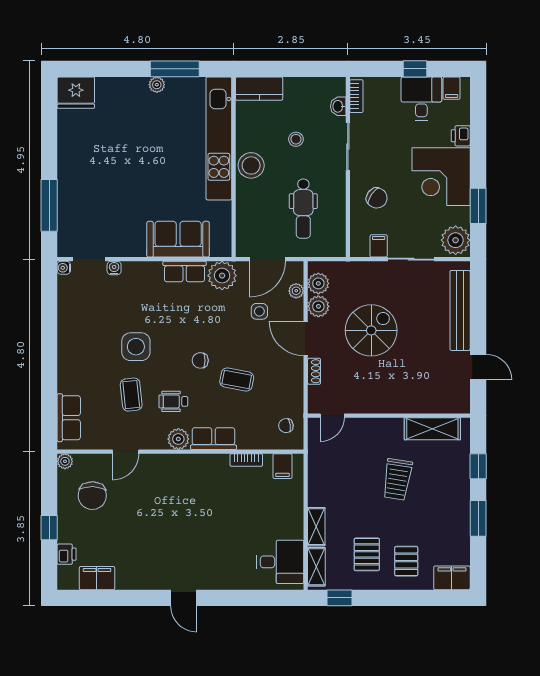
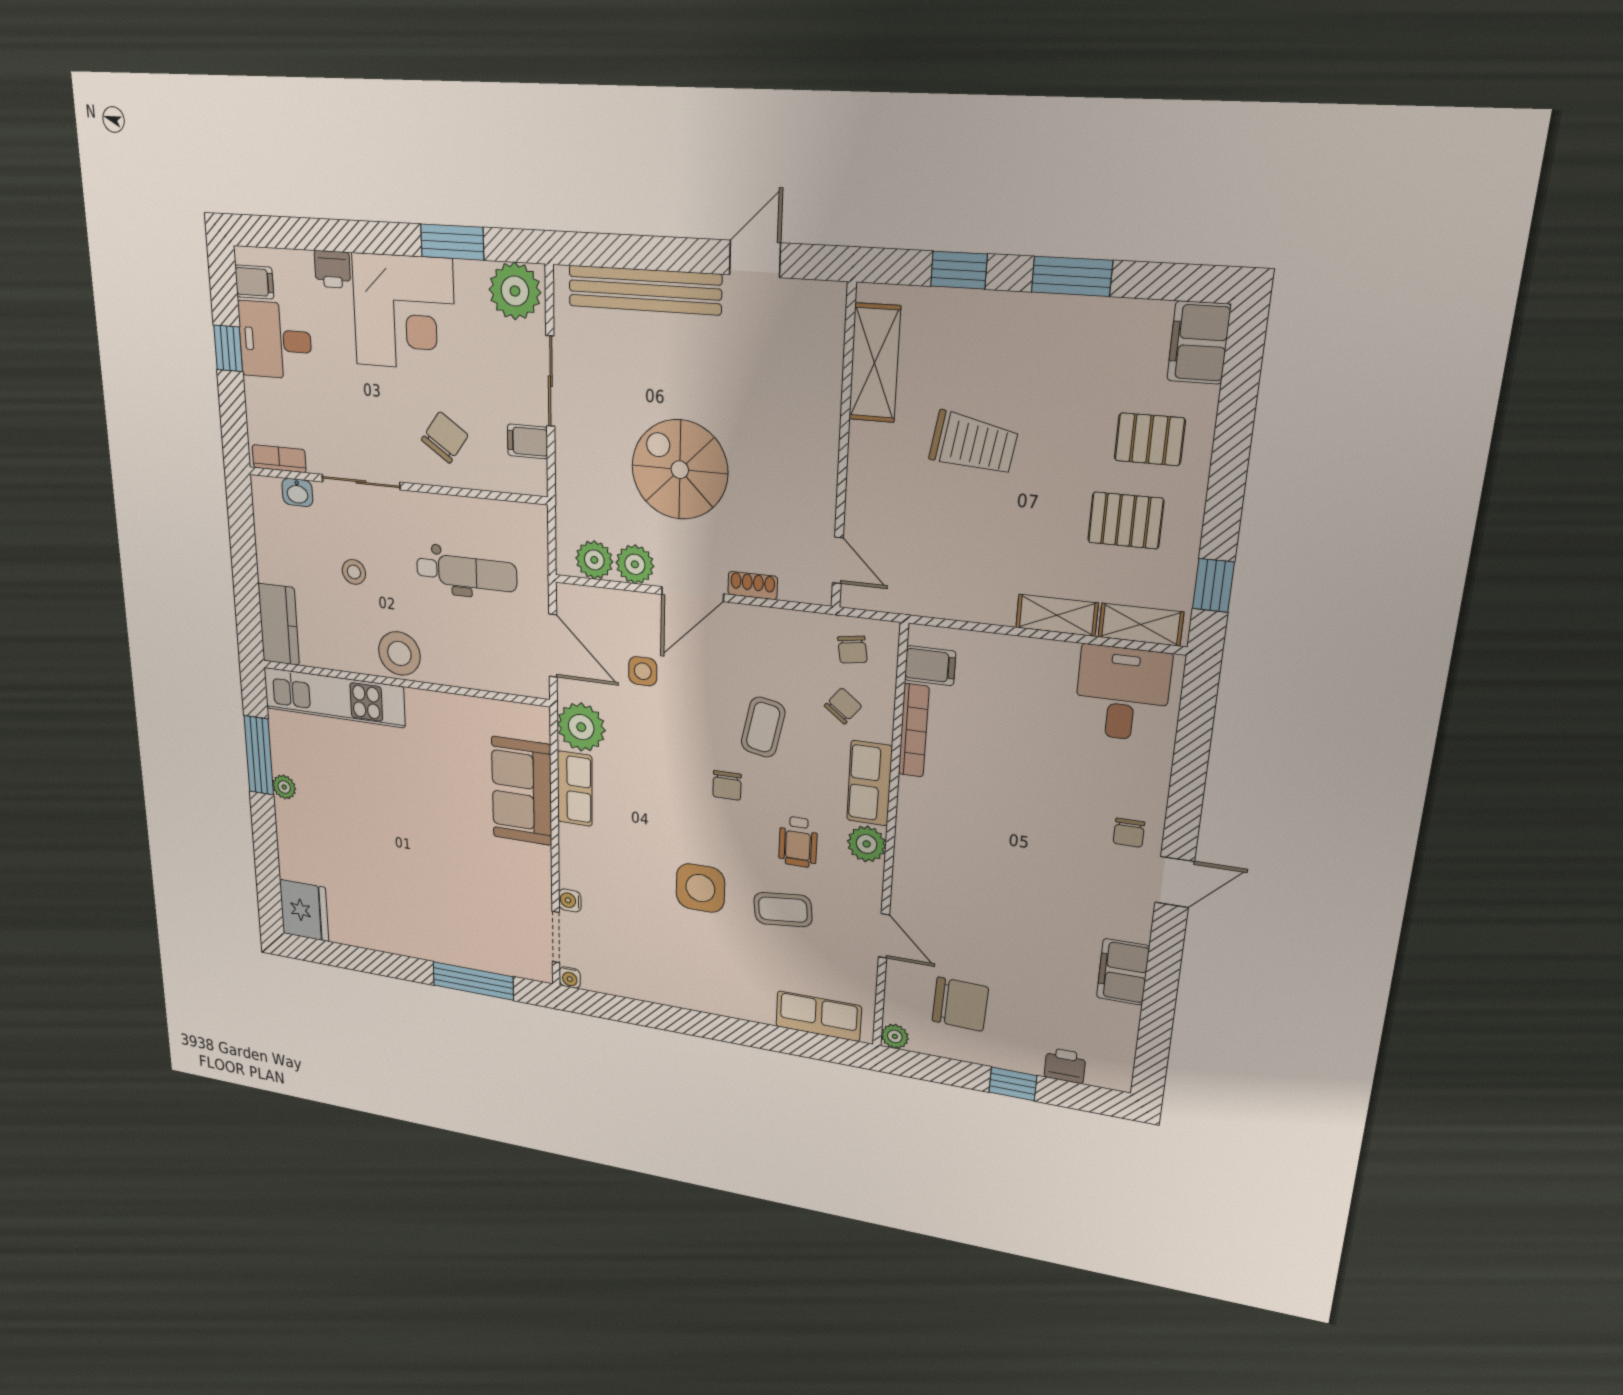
kitchen unit: (219, 138) -> (334, 697), width x0.73
plant: (296, 291) -> (607, 601), removed
chair: (255, 422) -> (843, 706), added
bookcase: (246, 460) -> (914, 730), width x1.56
chair: (207, 573) -> (1129, 833), added
filing cabinet: (97, 578) -> (1123, 972), moved

